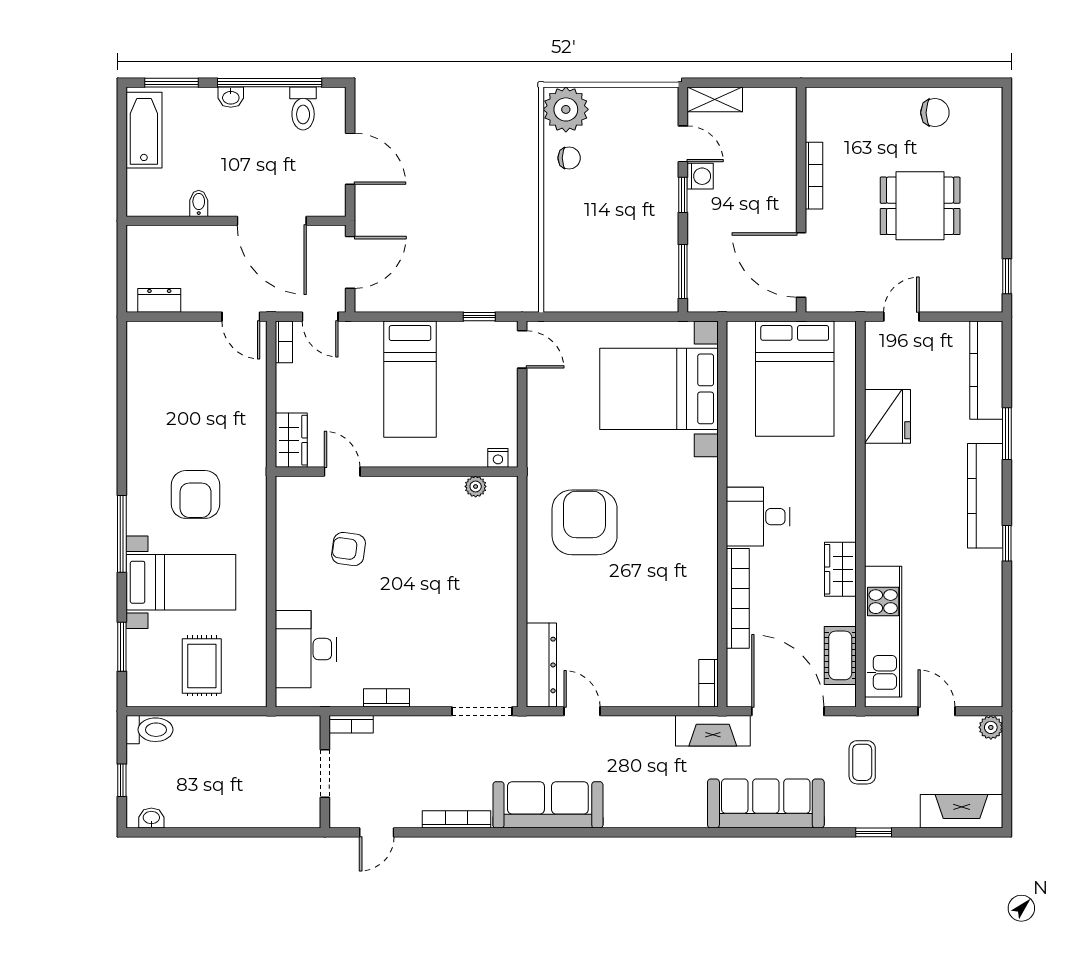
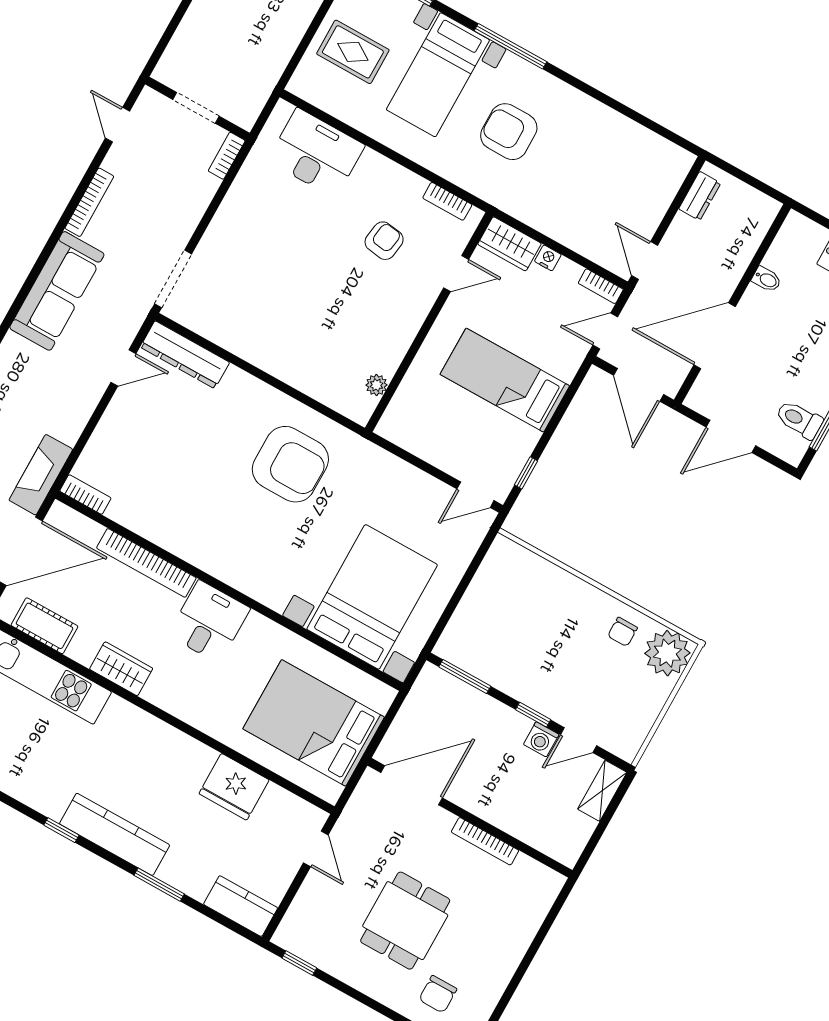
chair: (935, 113) -> (438, 994), moved
door: (241, 317) -> (645, 260), hinge flipped
kitchen counter: (986, 370) -> (241, 906), width x0.67
nightstand: (498, 458) -> (548, 258), moved, turned 90
bookcase: (386, 698) -> (447, 201), moved, turned 90

